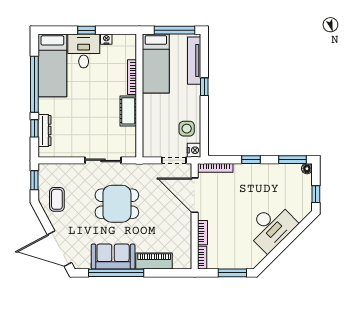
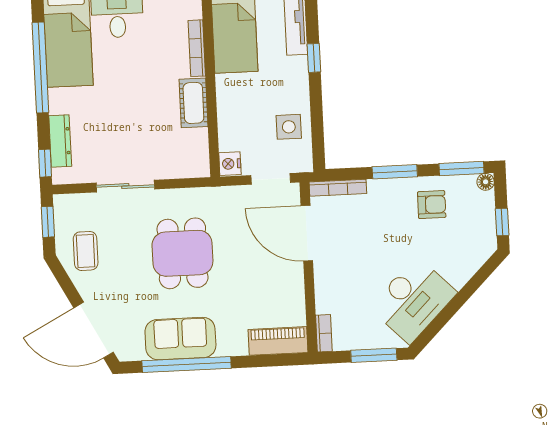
window: (34, 128) -> (45, 163), moved
nightstand: (194, 150) -> (230, 164), moved, turned 180
sliding door: (103, 160) -> (125, 186), moved
window: (251, 160) -> (395, 172), width x1.50
armchair: (273, 181) -> (432, 205), added
dining table: (117, 204) -> (182, 253), turned 90
desk: (271, 227) -> (413, 300), moved
bookcase: (202, 233) -> (323, 293), removed
piano: (154, 261) -> (278, 341), moved

